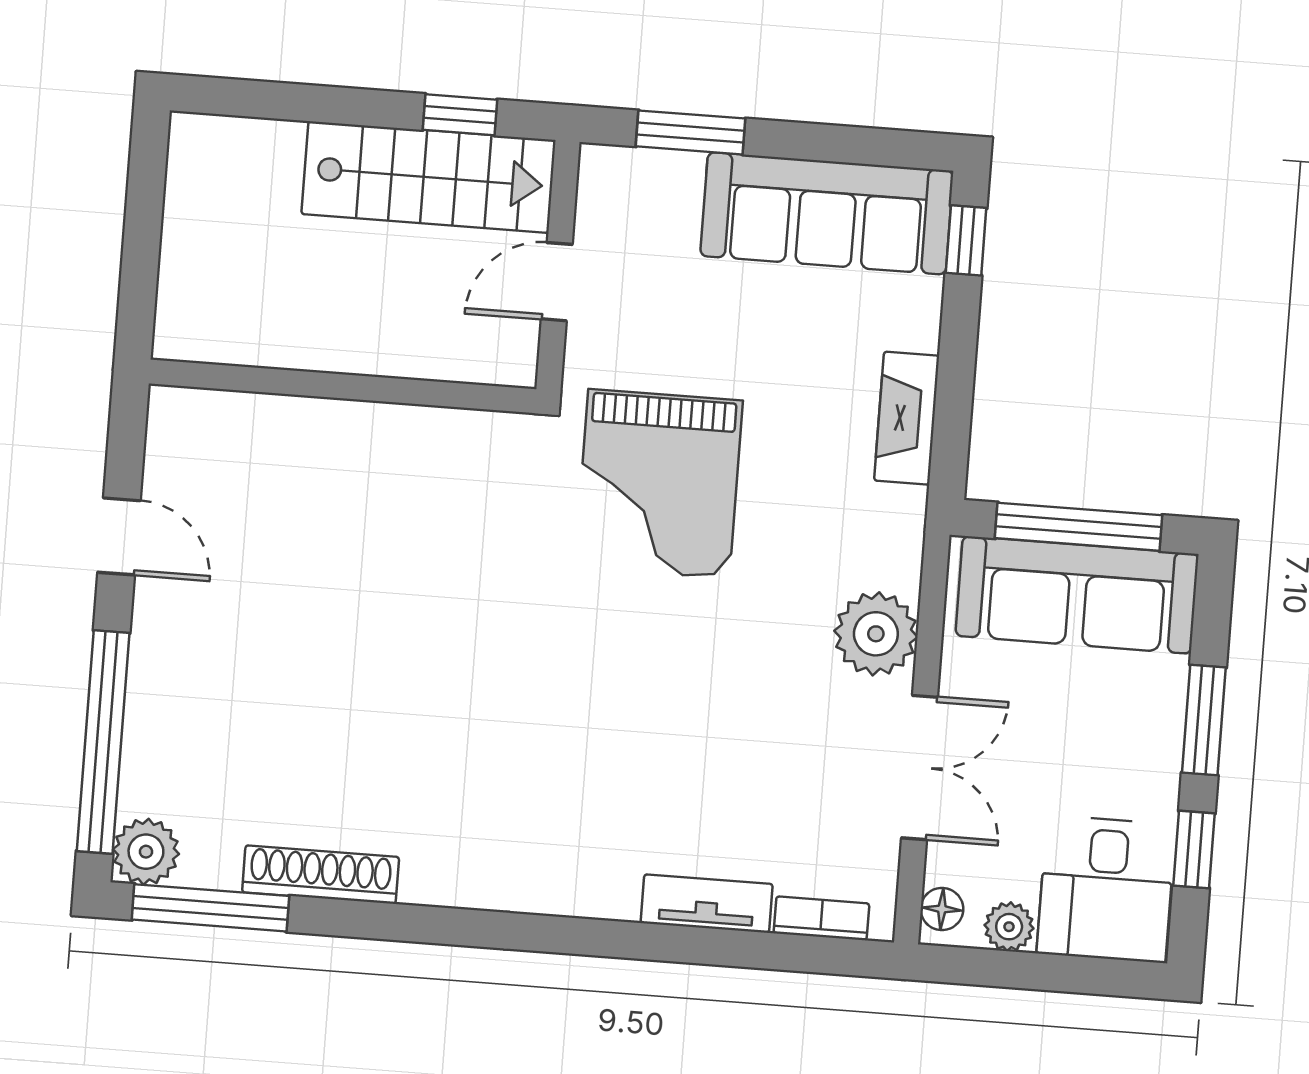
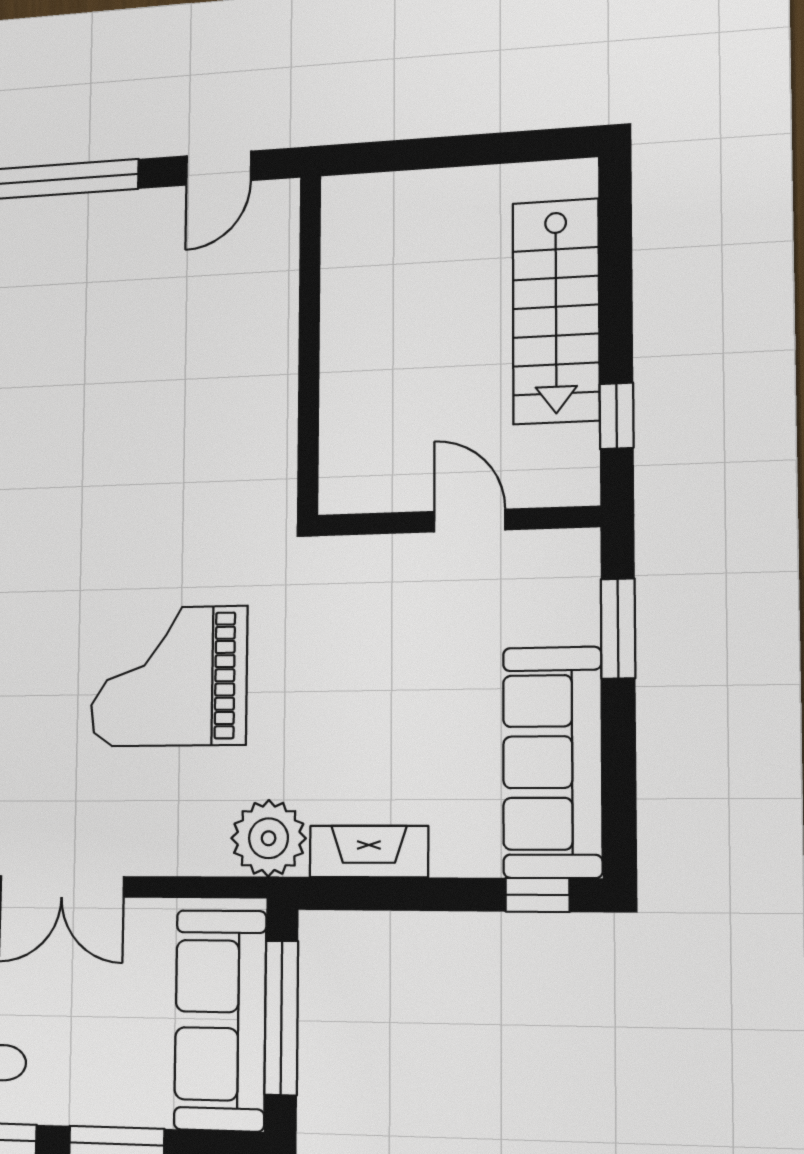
stairs: (429, 177) -> (556, 311), moved
wall: (343, 386) -> (309, 345), moved
grand piano: (659, 484) -> (169, 676), moved
plant: (876, 634) -> (269, 838), moved

